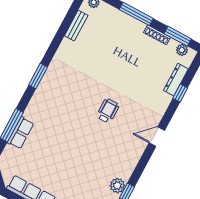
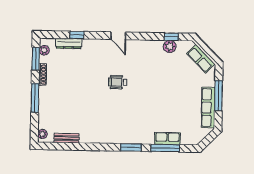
window: (38, 76) -> (131, 147), moved

